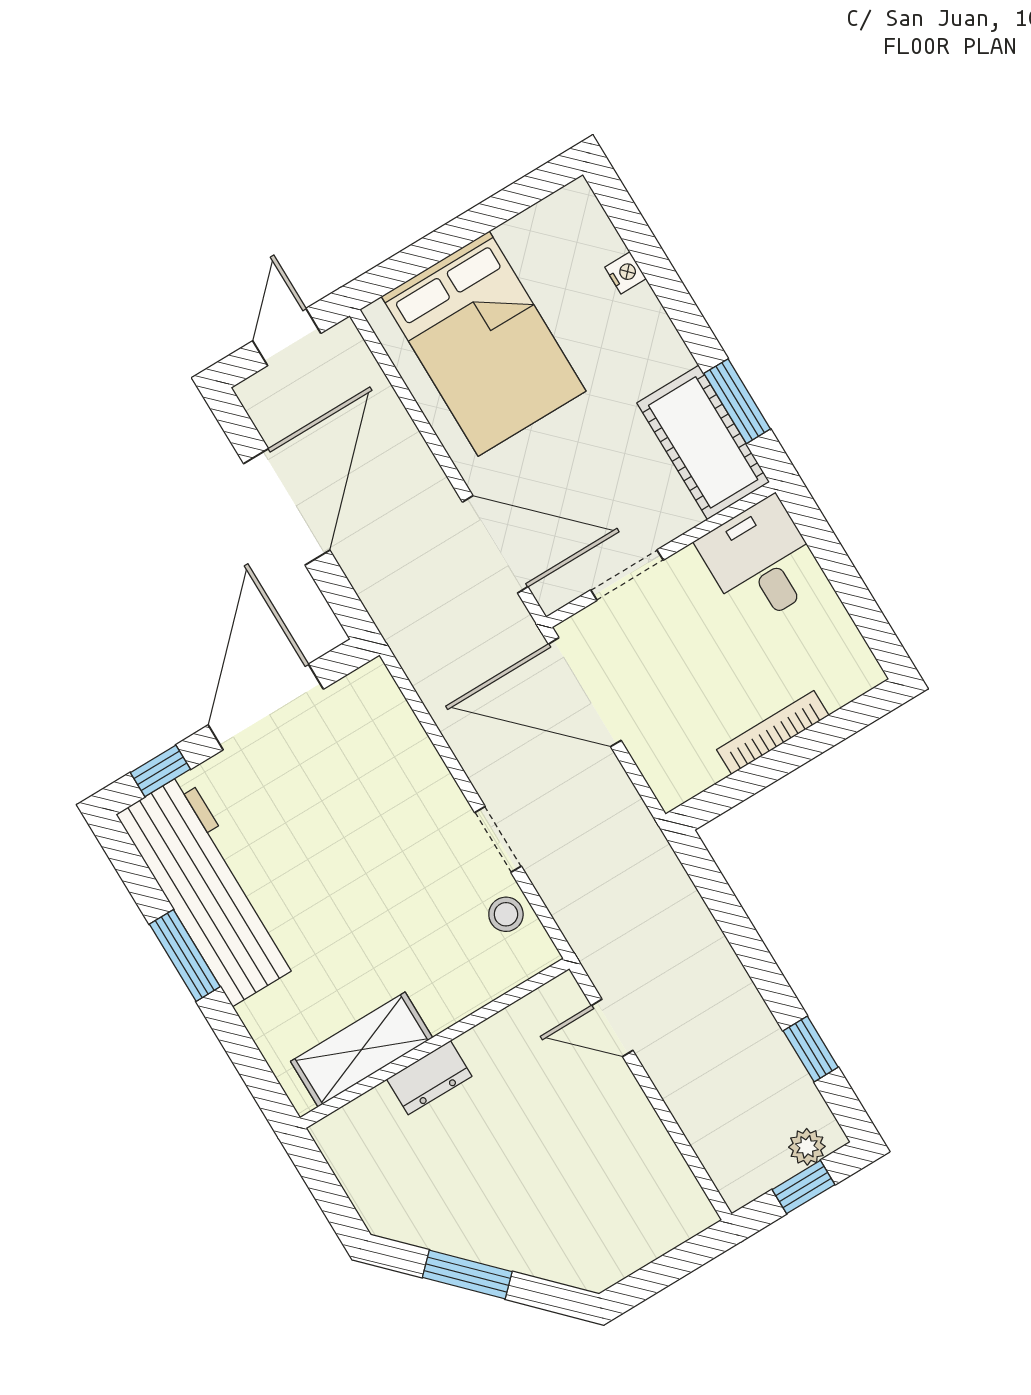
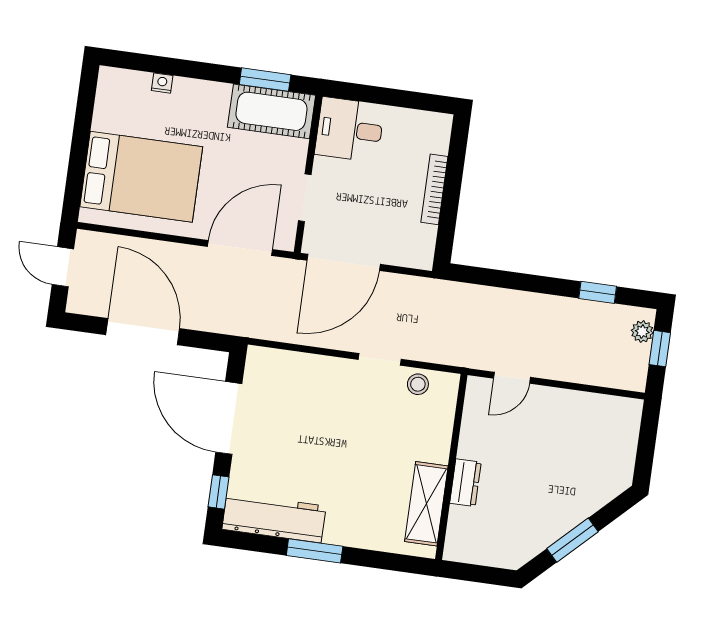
workbench: (209, 889) -> (274, 518), width x0.73, depth x0.76

